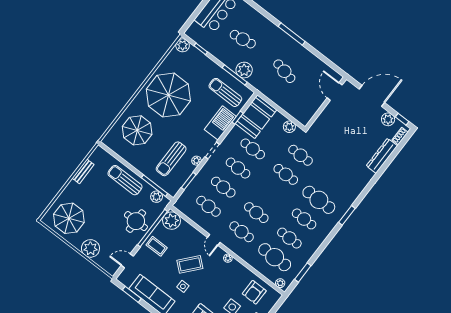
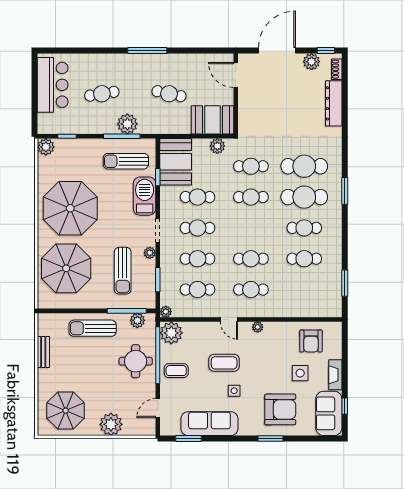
booth: (299, 108) -> (212, 120), added
parasol: (137, 130) -> (66, 268), width x1.36, depth x1.36
cafe table: (275, 257) -> (304, 166), moved
coffee table: (190, 264) -> (224, 363), turned 49
plant: (280, 283) -> (166, 312), moved

